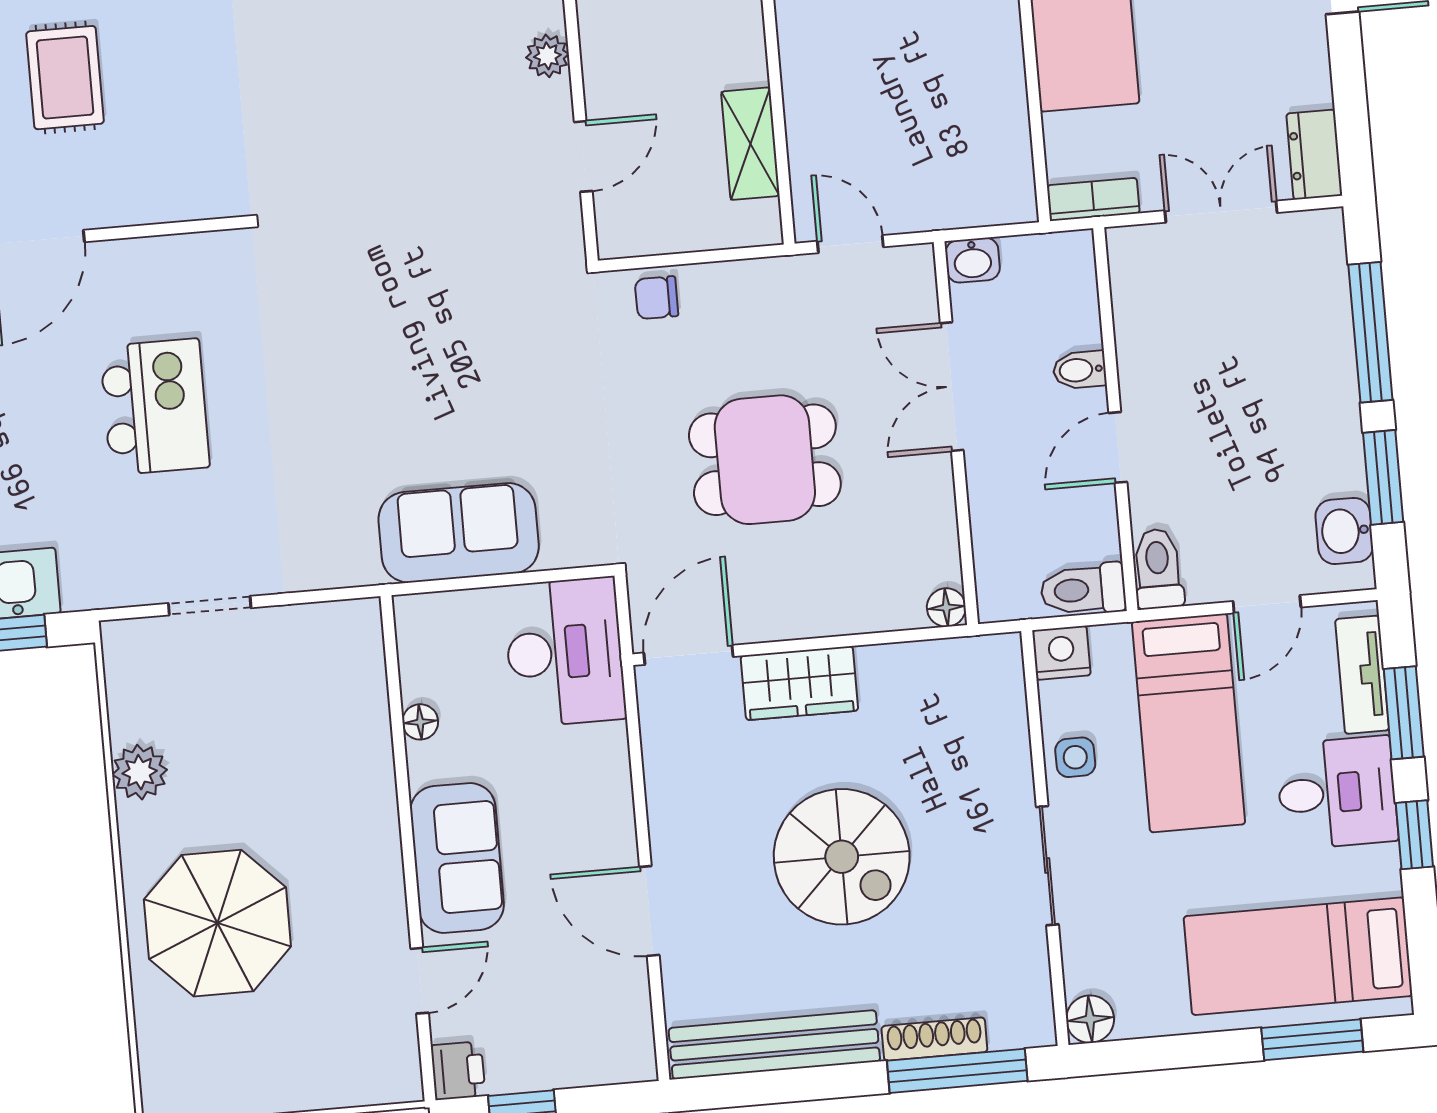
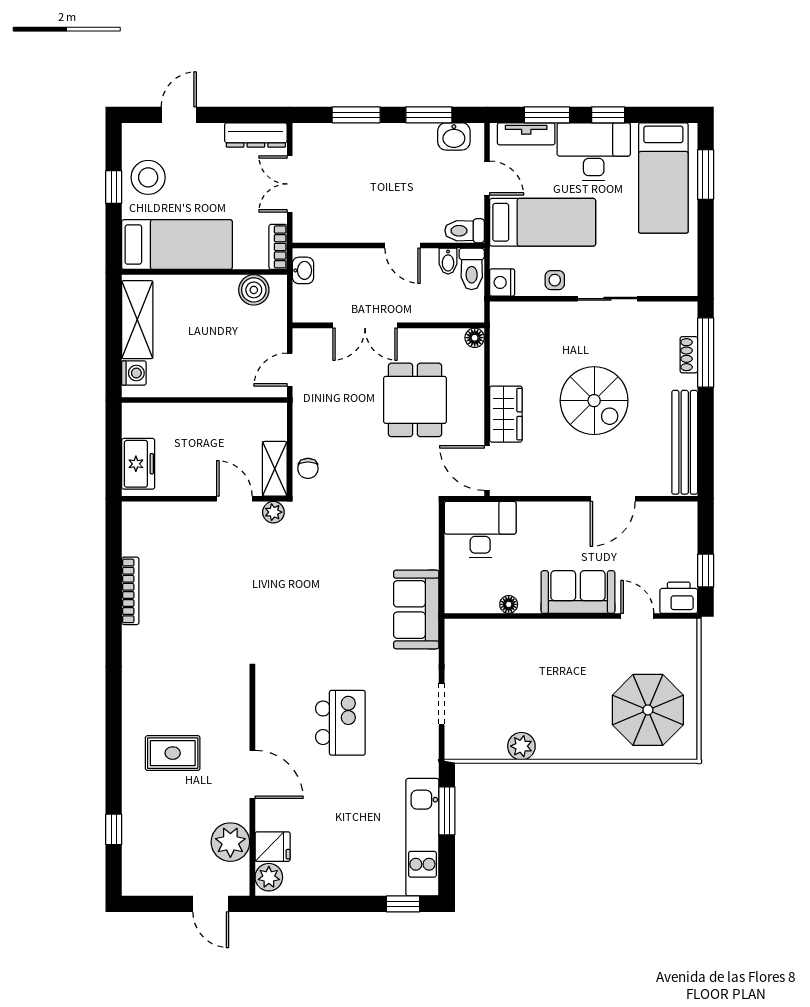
plant: (547, 56) -> (273, 512), moved
shelving: (750, 144) -> (275, 469), moved, turned 90
dresser: (1314, 155) -> (256, 135), width x1.44
boiler: (1003, 159) -> (254, 290), added
washbasin: (973, 260) -> (303, 270), moved
window: (1370, 332) -> (356, 115), width x0.69
bidet: (1080, 370) -> (448, 261), moved
kitchen island: (155, 407) -> (340, 723), turned 90
dining table: (765, 460) -> (415, 400), moved
sofa: (459, 533) -> (416, 609), moved
desk: (1337, 793) -> (594, 152), width x1.37
spiral stairs: (842, 857) -> (594, 401), turned 90
parasol: (217, 923) -> (648, 710), moved
floor lamp: (1090, 1019) -> (686, 284), removed
shoe rack: (934, 1039) -> (689, 355), width x0.70
printer: (458, 1071) -> (679, 598), width x1.36, depth x1.24

